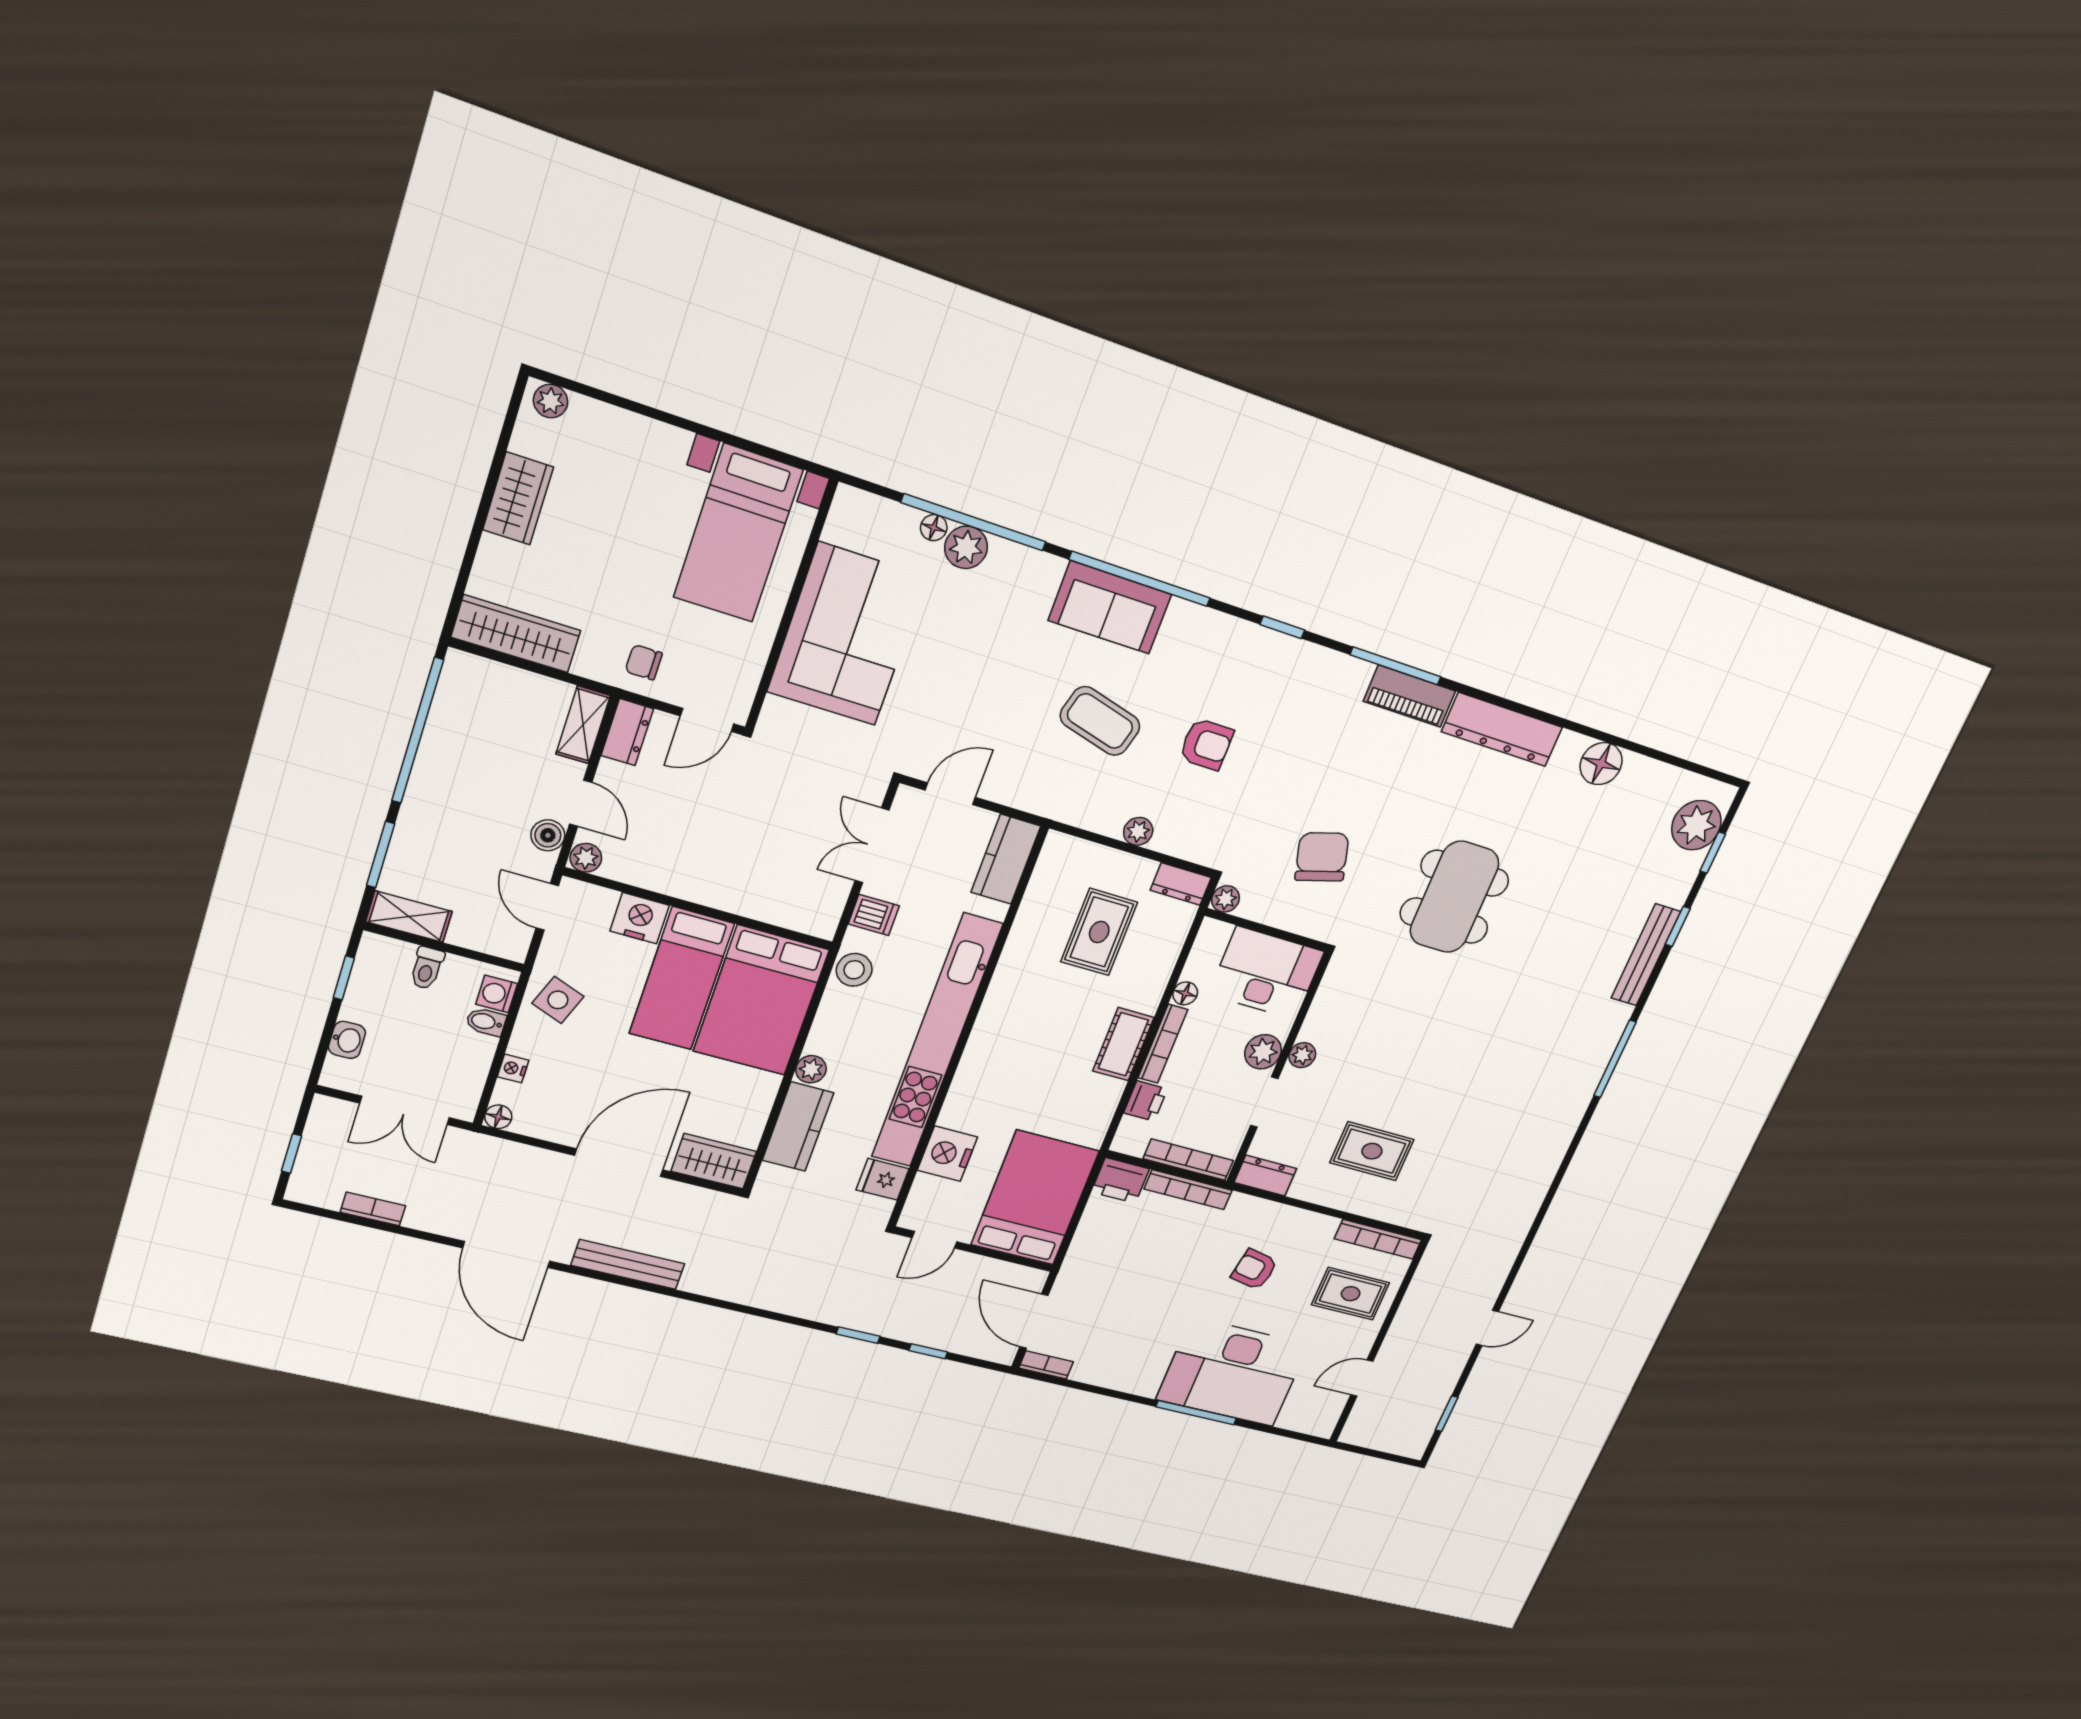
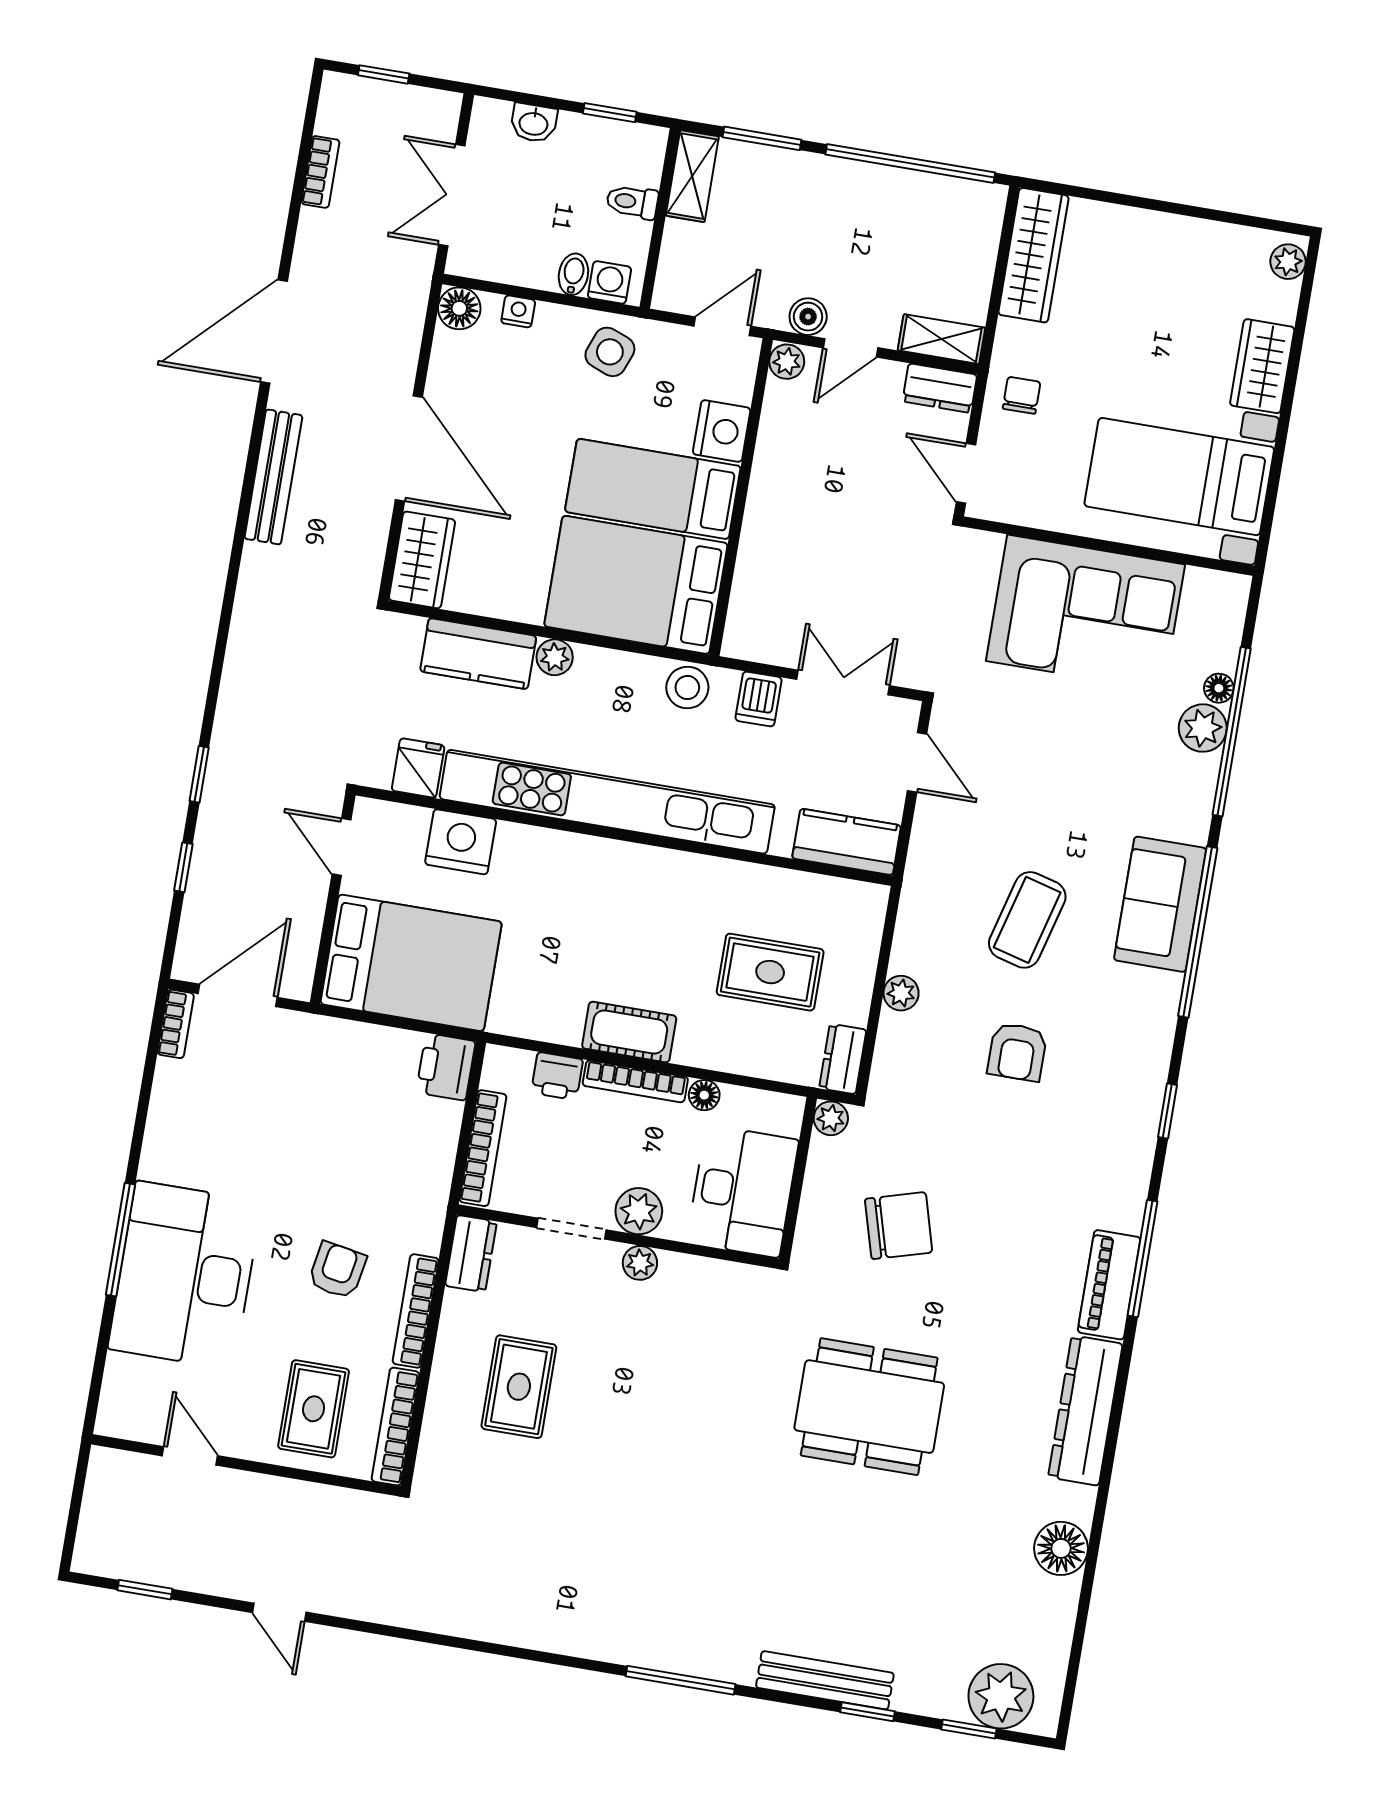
wardrobe: (518, 498) -> (1262, 366), moved, turned 90
floor lamp: (498, 1117) -> (459, 308), width x1.37, depth x1.37
bookcase: (1188, 1190) -> (416, 1311), moved

